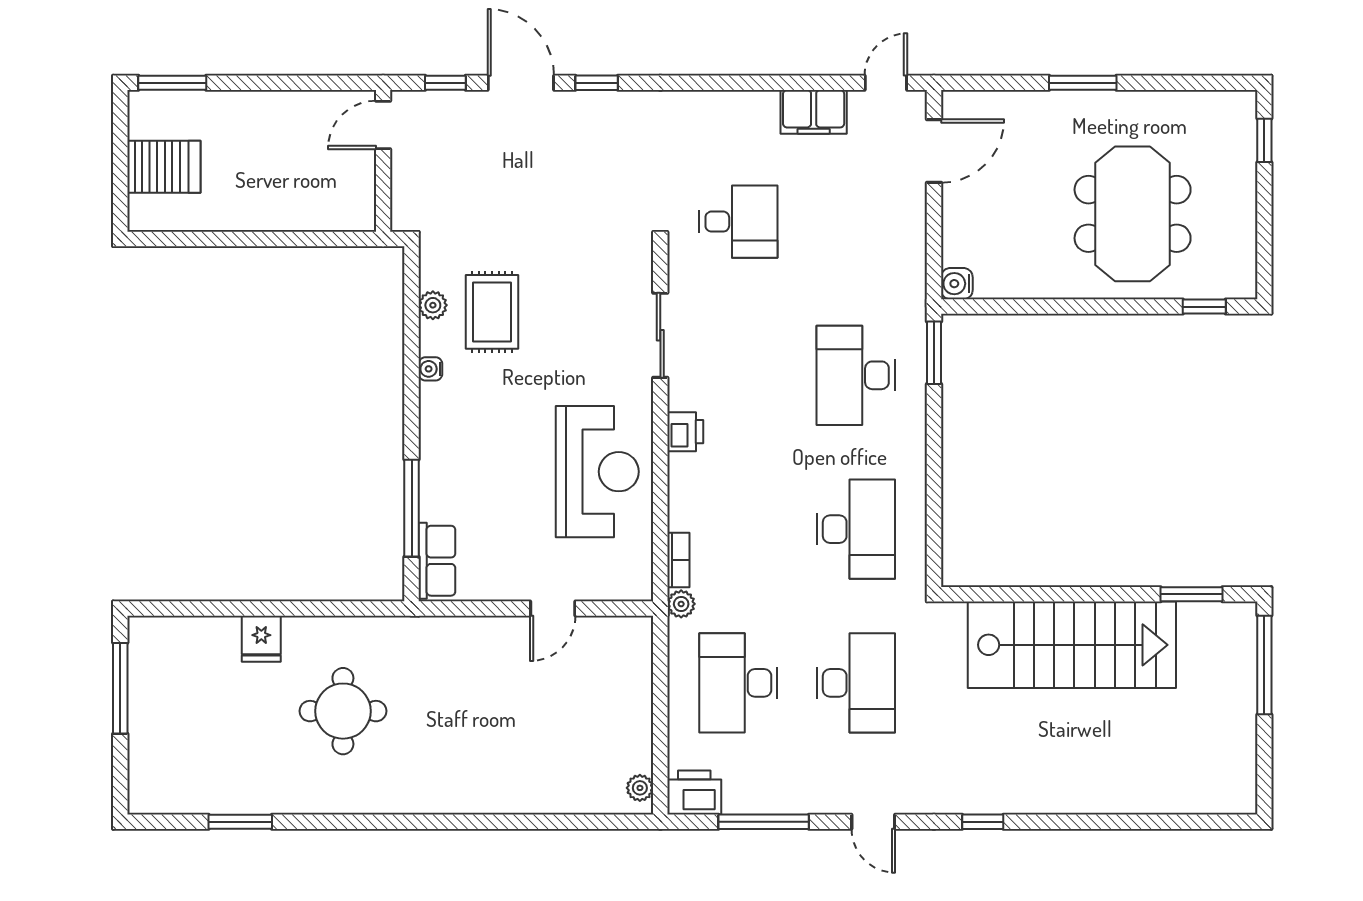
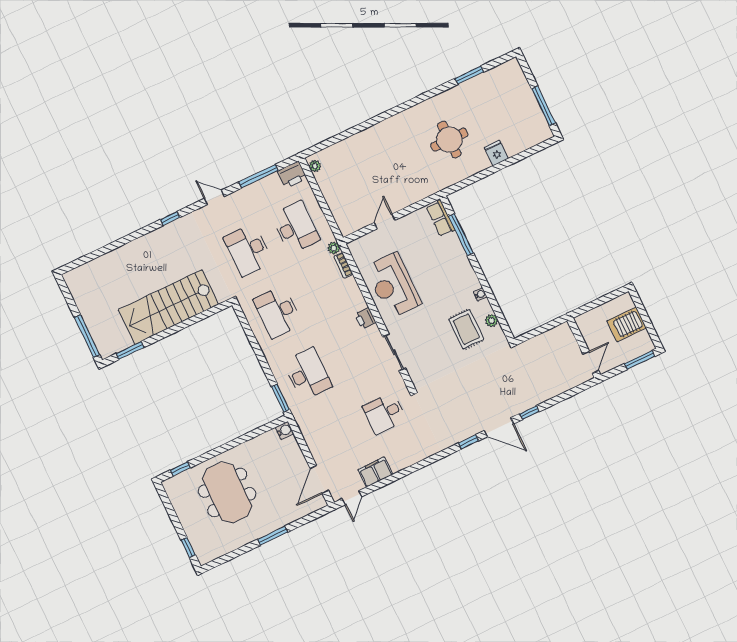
door: (383, 125) -> (591, 362), moved
wall: (383, 161) -> (584, 348), moved

